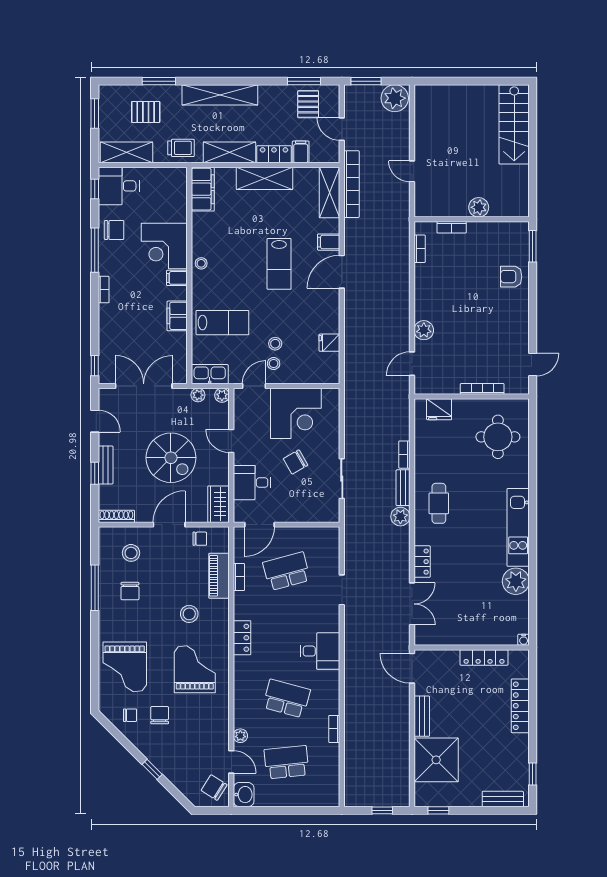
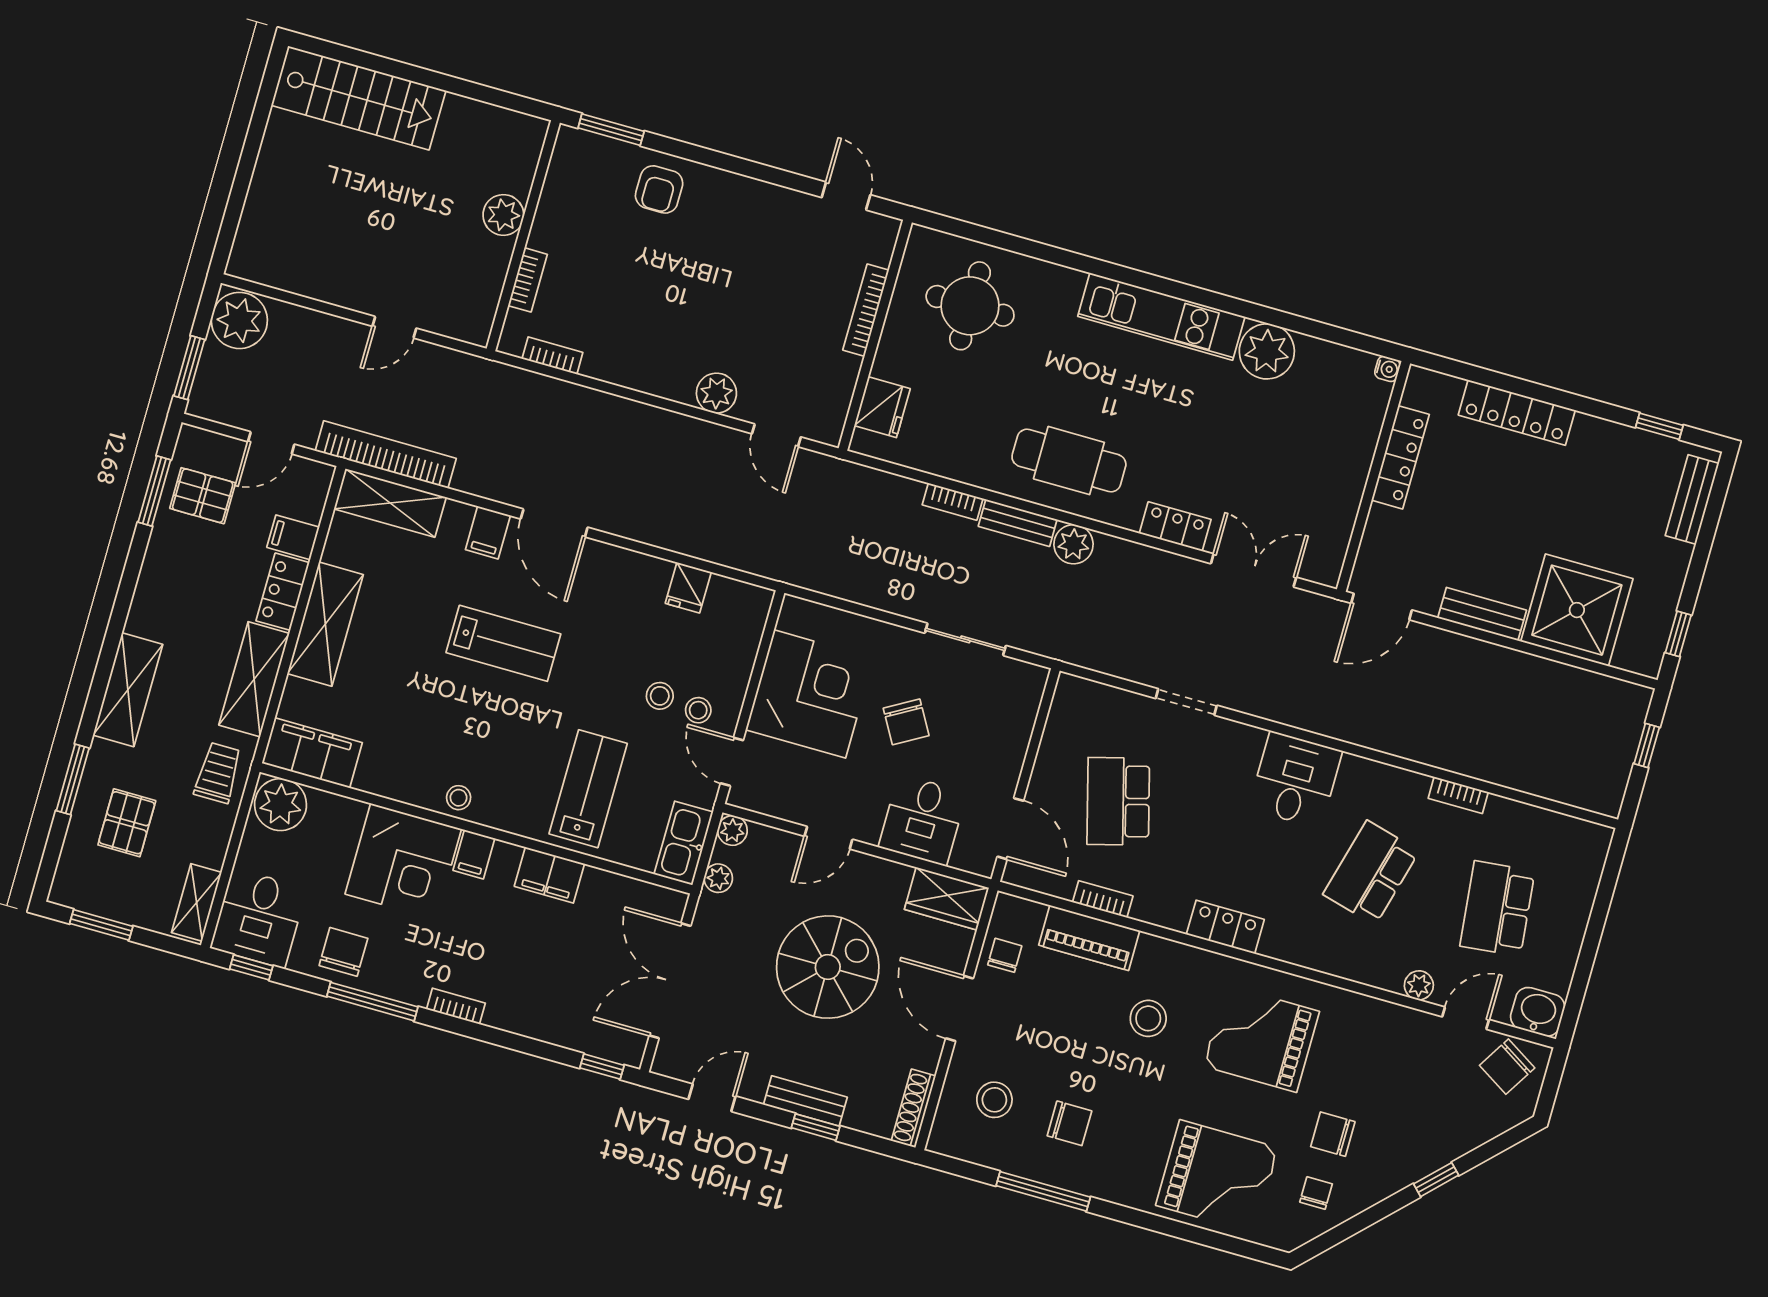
shelving: (220, 95) -> (128, 690), width x0.68
shelving: (126, 152) -> (197, 902), width x0.67, depth x0.75
plant: (174, 181) -> (281, 805), added
cafe table: (439, 503) -> (1069, 461), width x1.37, depth x1.35

